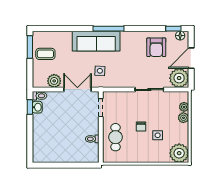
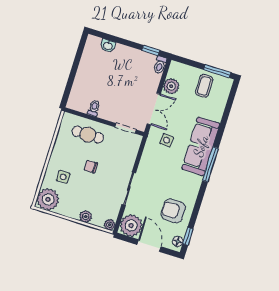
washbasin: (37, 107) -> (108, 46), moved
plant: (184, 107) -> (110, 225), moved
side table: (158, 135) -> (63, 177), moved

